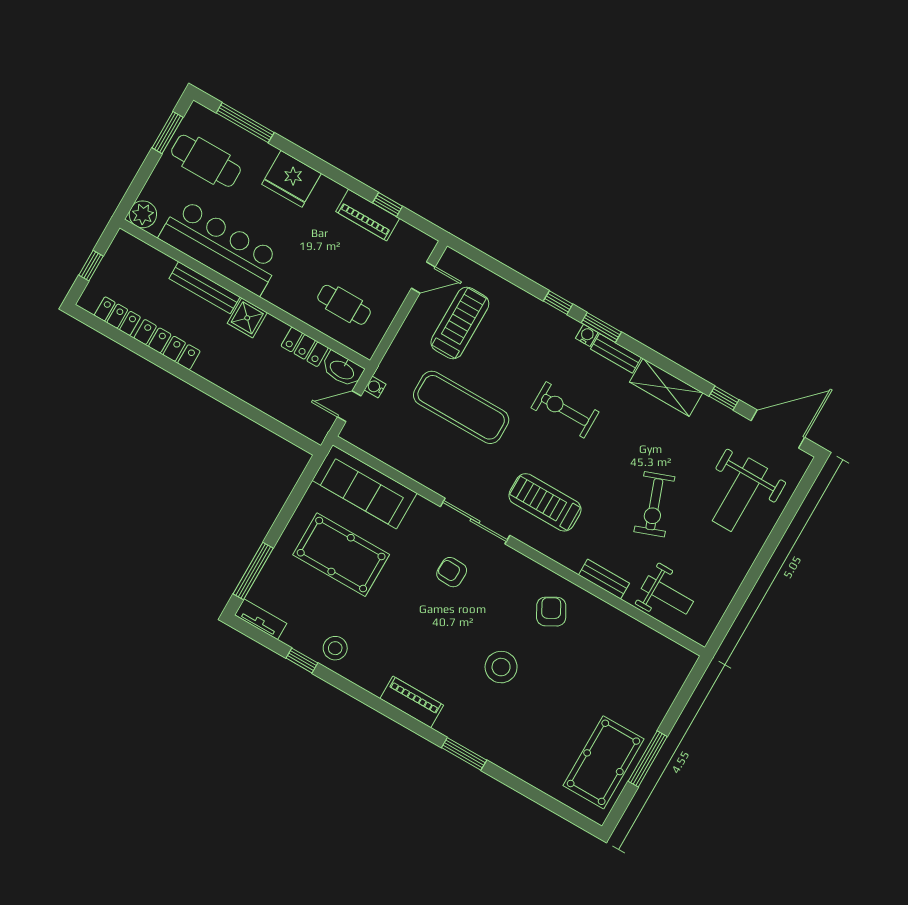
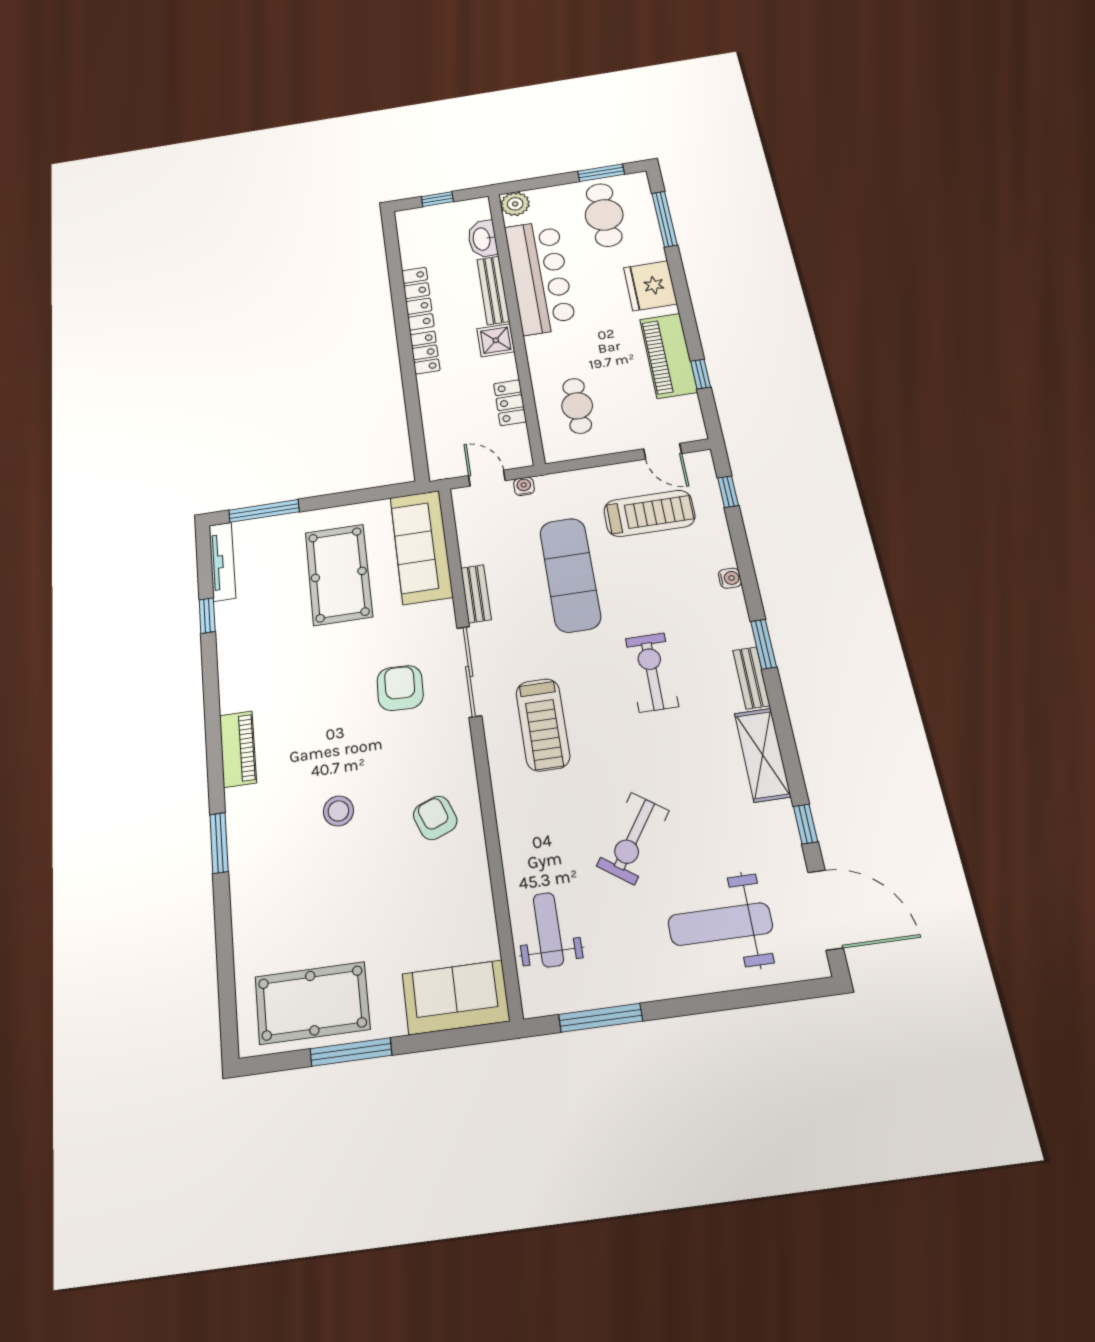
piano: (368, 215) -> (668, 356), width x1.37, depth x1.33
window: (558, 303) -> (728, 492), moved
locker: (117, 316) -> (425, 352), moved
water cooler: (587, 335) -> (730, 578), moved
washbasin: (342, 369) -> (482, 239), moved
treadmill: (545, 502) -> (543, 725), turned 180
exercise bike: (654, 504) -> (633, 838), turned -35
armchair: (452, 572) -> (400, 688), width x1.38, depth x1.38
bench: (604, 579) -> (476, 594), moved
weight bench: (667, 595) -> (548, 930), turned 180
window: (737, 603) -> (601, 1018), added
armchair: (551, 612) -> (435, 818), turned -82
tv unit: (261, 619) -> (222, 562), width x1.41
stool: (335, 648) -> (241, 637), removed
stool: (501, 667) -> (338, 811), width x0.73, depth x0.73
sofa: (664, 677) -> (456, 997), added

